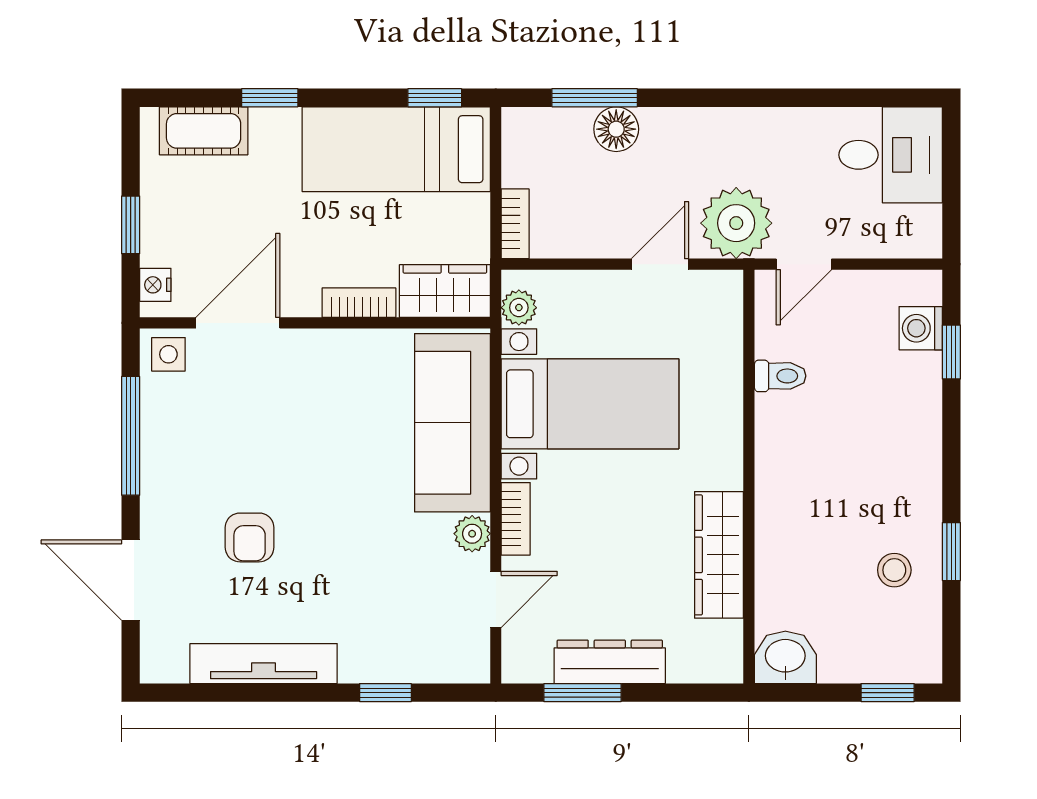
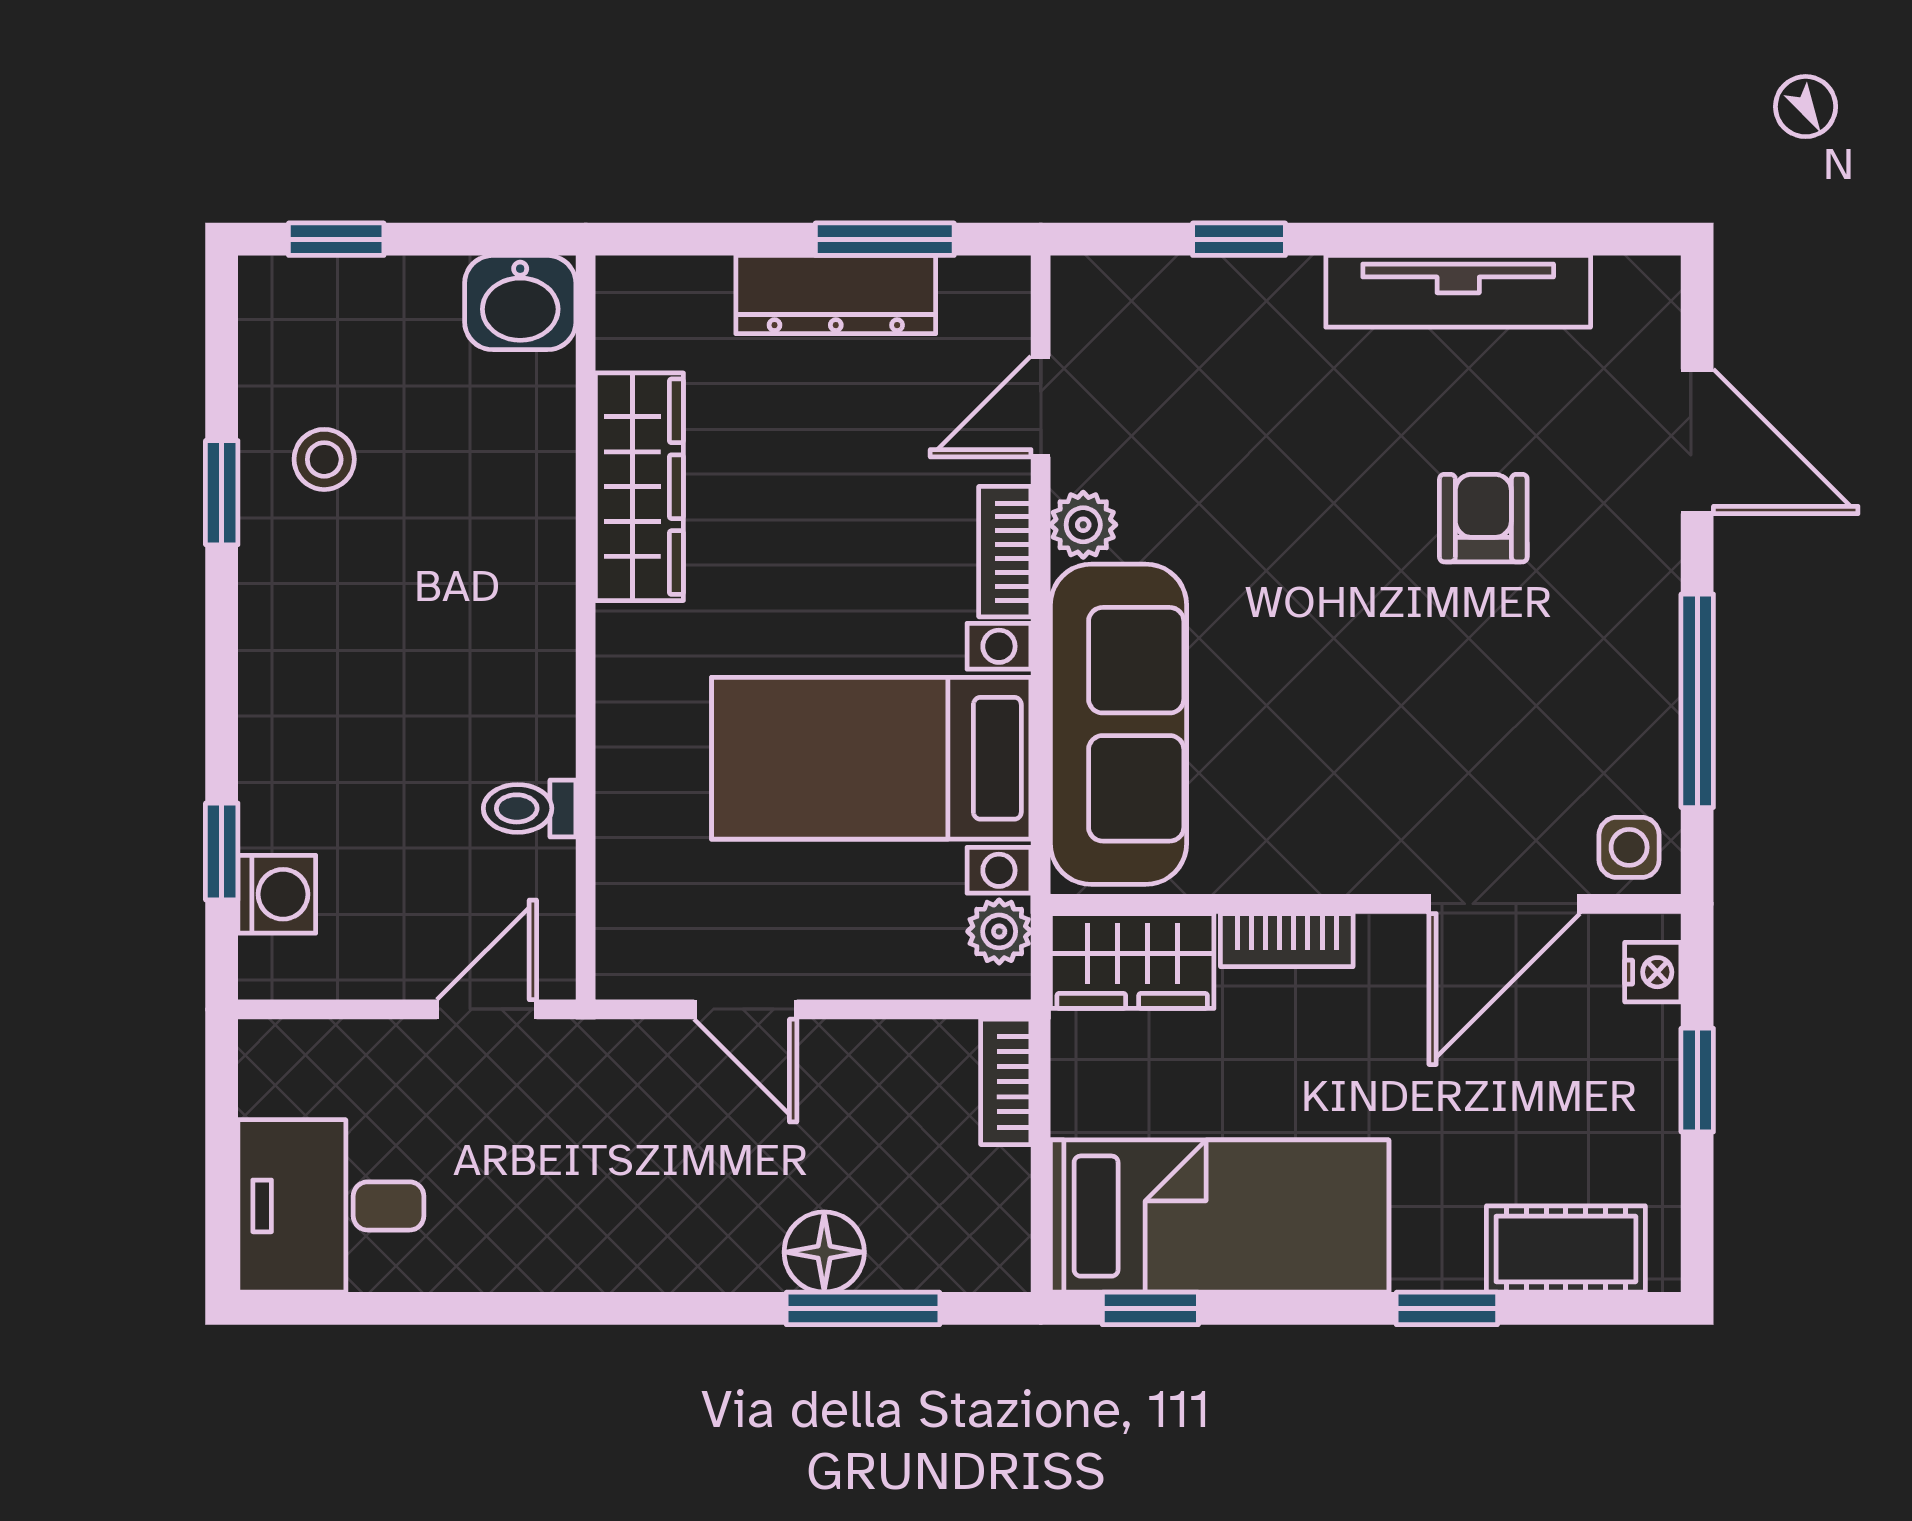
plant: (736, 223) -> (608, 1083), removed
door: (660, 264) -> (745, 1009), hinge flipped

